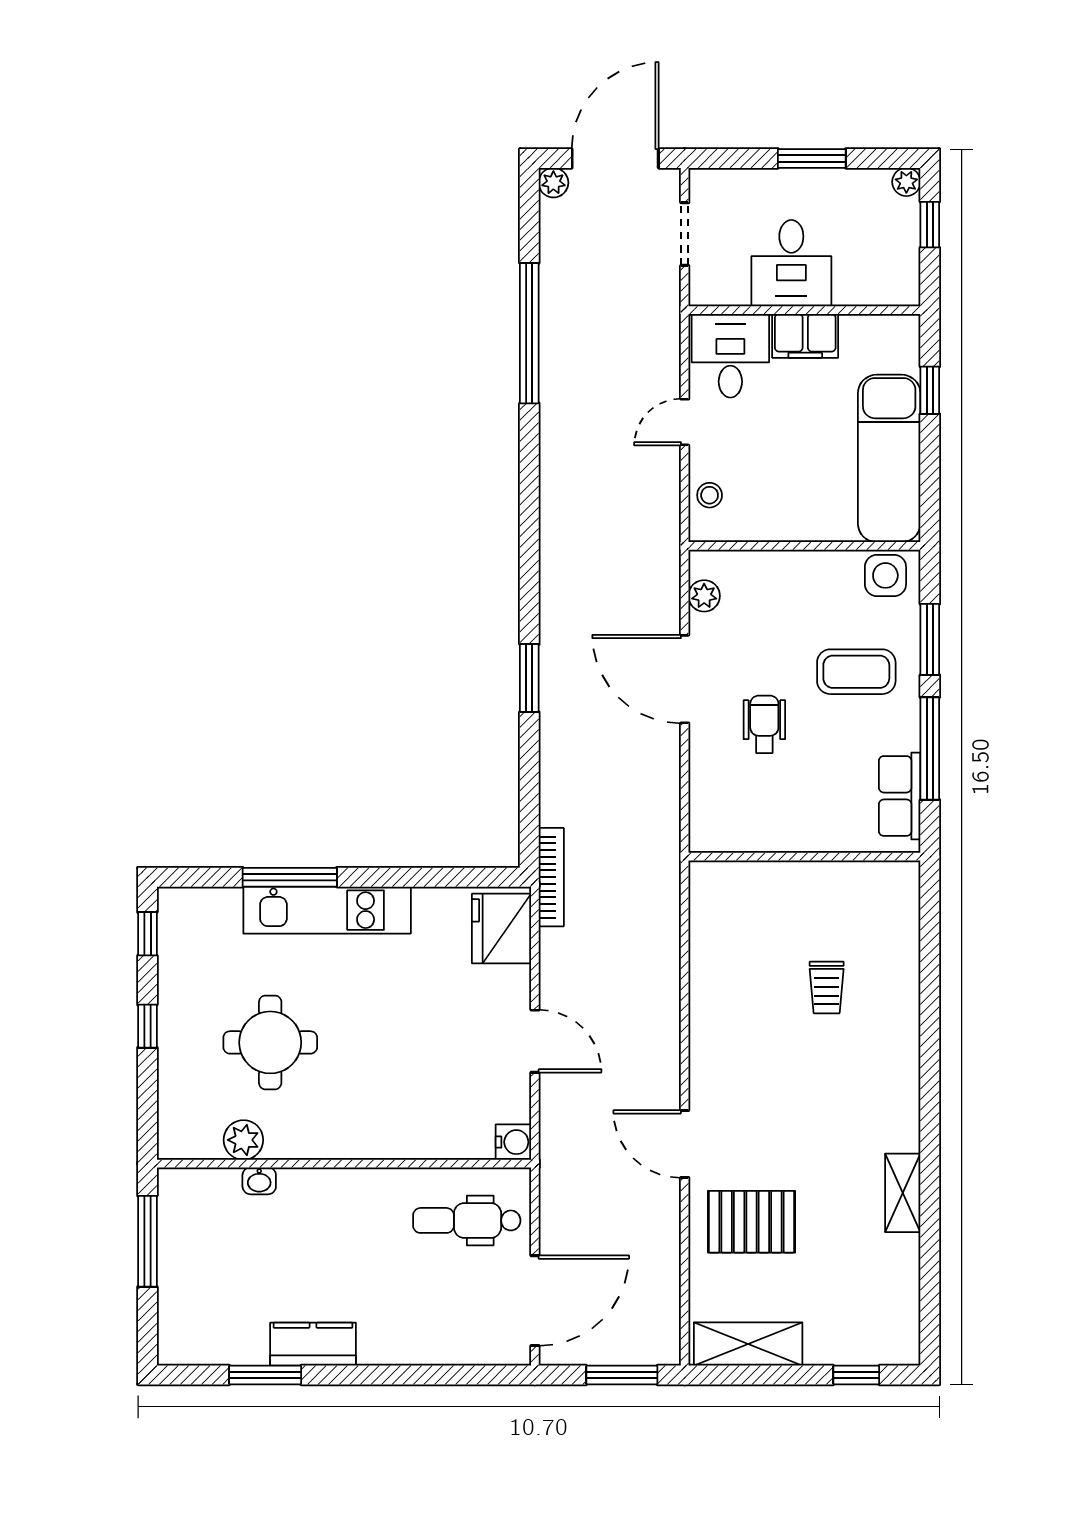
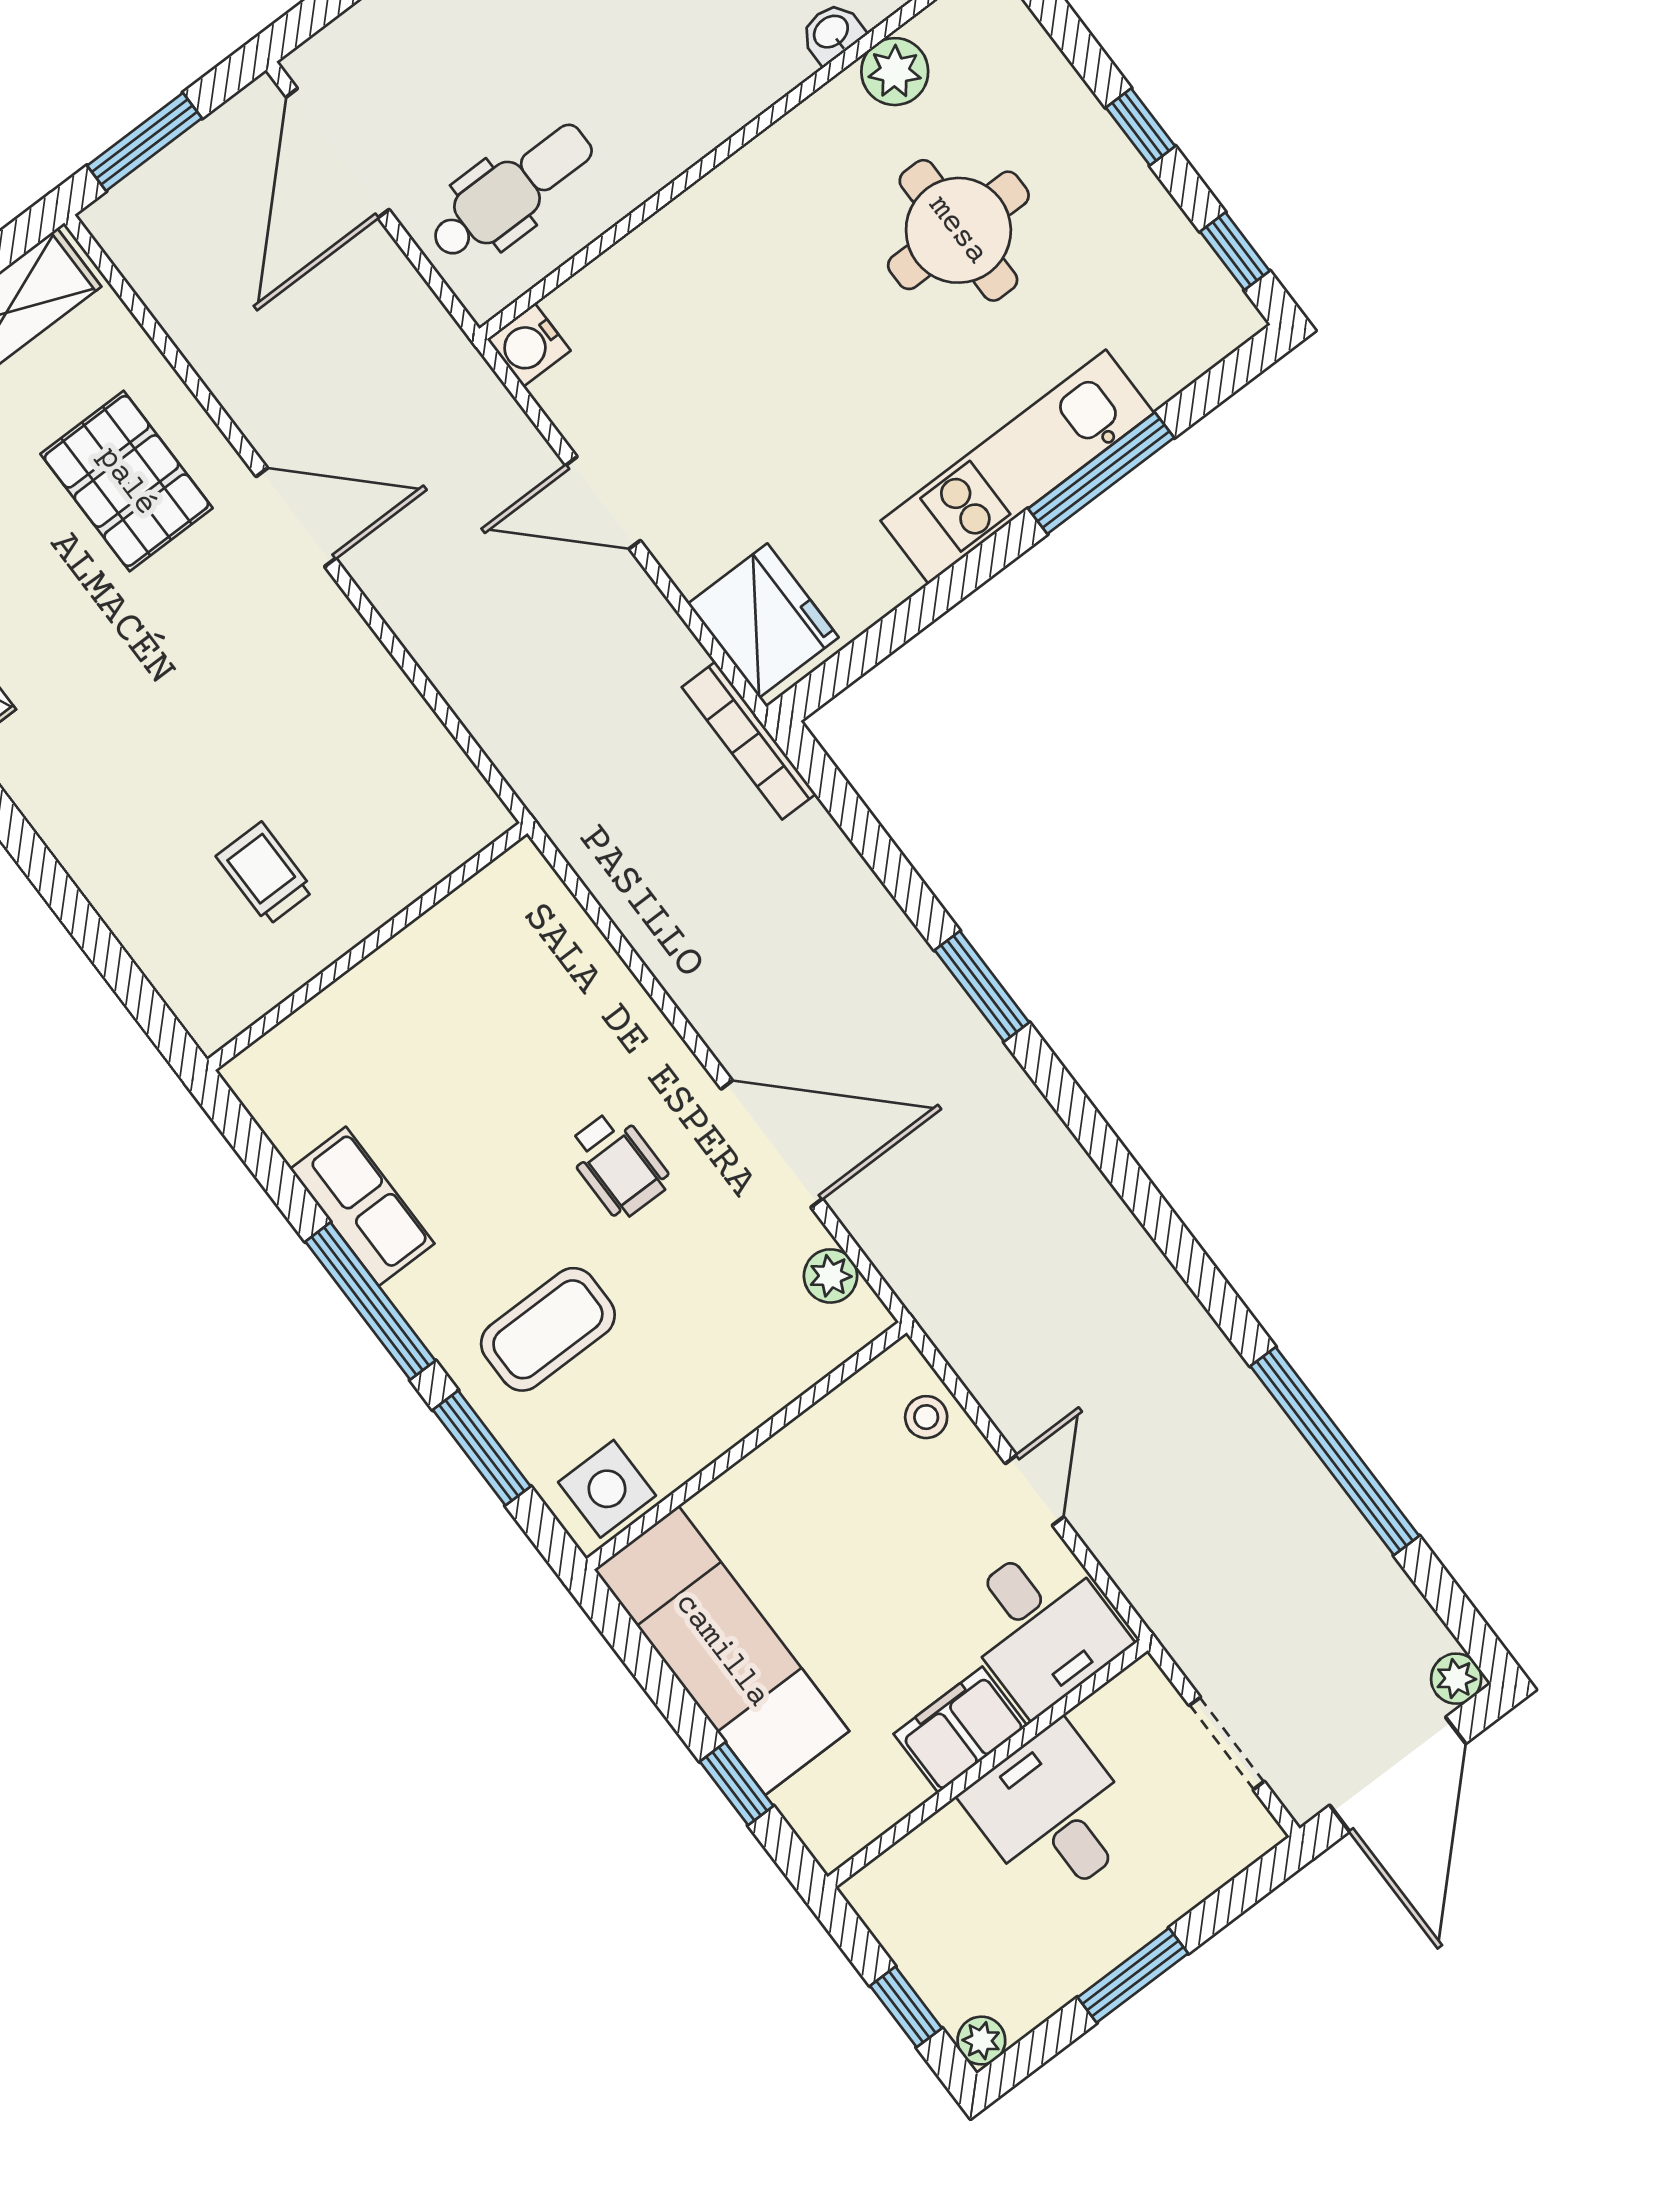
wall: (804, 857) -> (367, 947), moved
pallet: (751, 1222) -> (127, 481), turned 90

